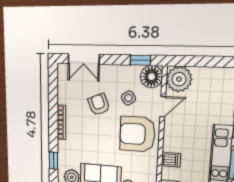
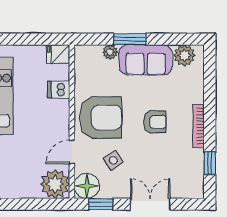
double door: (84, 59) -> (150, 204), moved
armchair: (99, 104) -> (155, 122), moved, turned -68
window: (53, 161) -> (210, 163), moved

